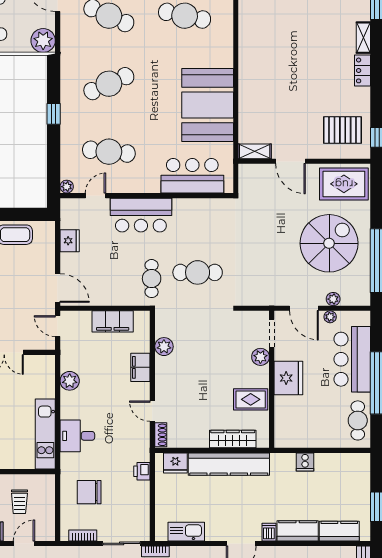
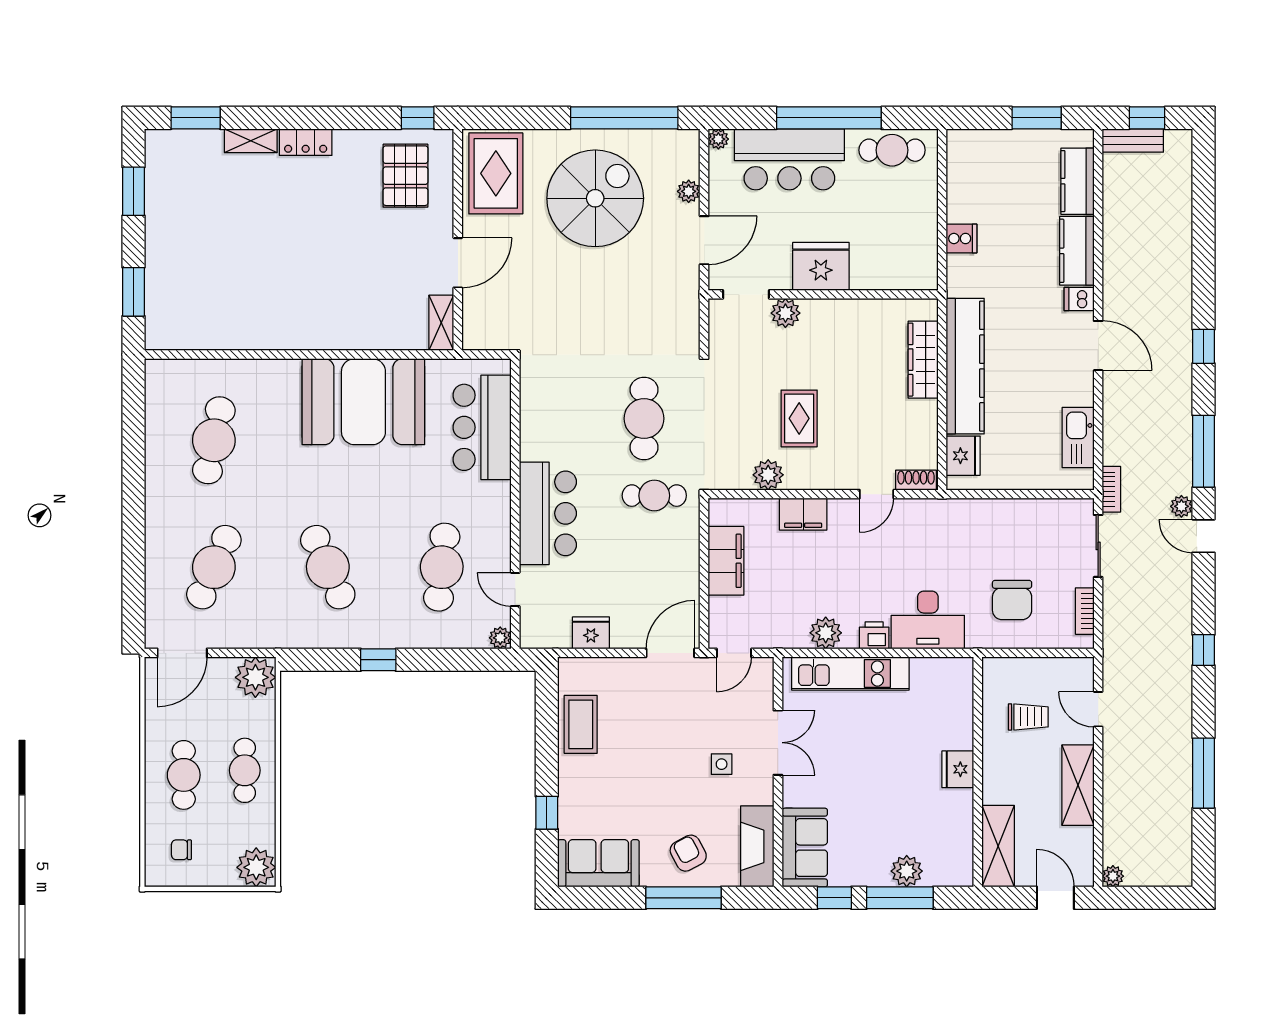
spiral stairs: (329, 243) -> (595, 198), turned 90
plant: (330, 317) -> (718, 139), moved
rug: (251, 399) -> (799, 418), moved
kitchen unit: (45, 434) -> (850, 674), moved
desk: (77, 436) -> (928, 620), width x1.37
printer: (142, 471) -> (874, 635), moved, turned 180

